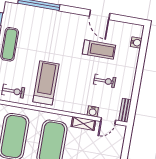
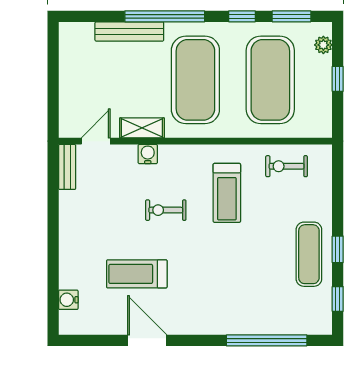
exercise bike: (105, 81) -> (166, 210), moved
treadmill: (46, 83) -> (227, 193), width x0.73, depth x0.73
water cooler: (93, 111) -> (148, 154), moved

